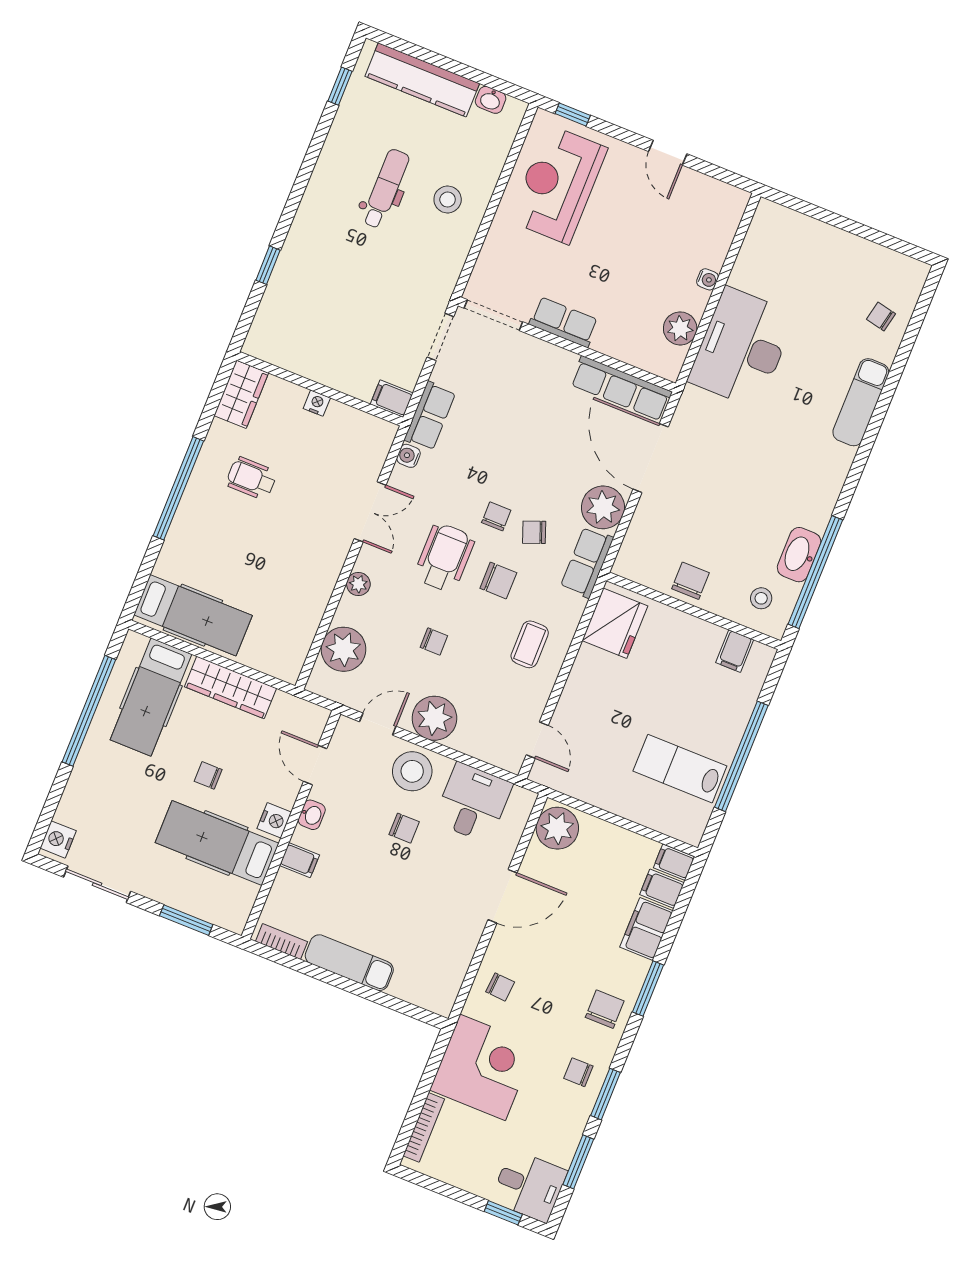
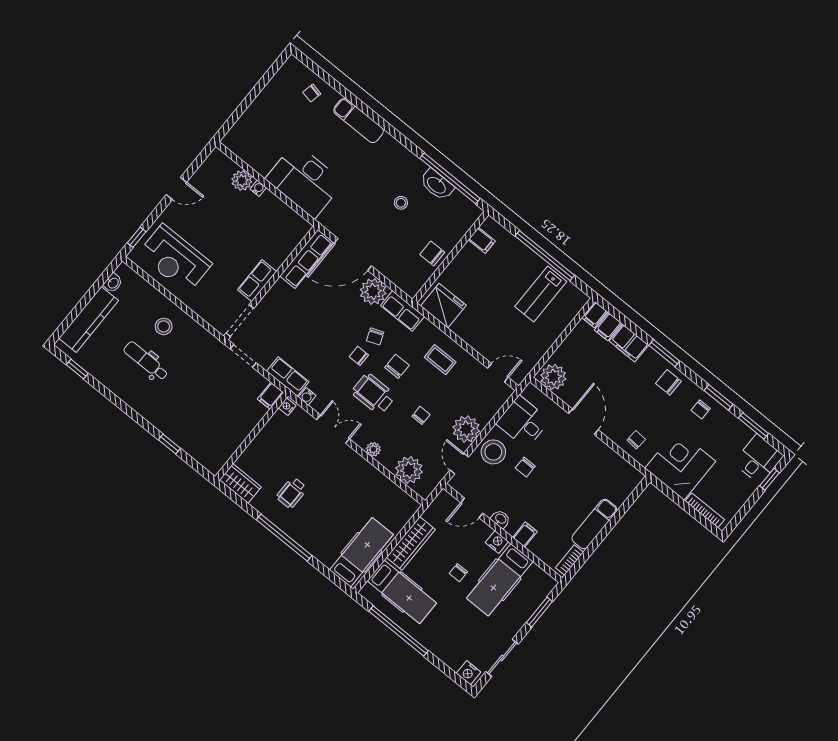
plant: (680, 328) -> (242, 181), moved
nightstand: (317, 403) -> (287, 407), moved
stool: (761, 598) -> (401, 203), moved
chair: (404, 828) -> (525, 467), turned 180

